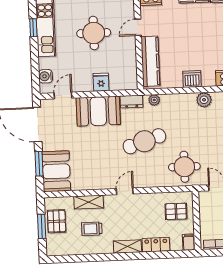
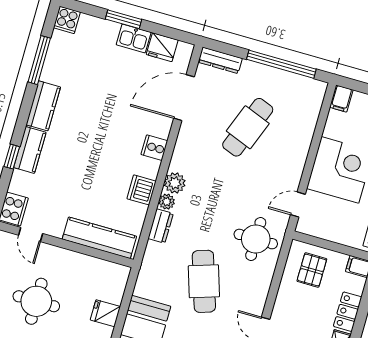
door: (138, 27) -> (31, 234), moved
plant: (154, 100) -> (167, 202), moved
dresser: (132, 102) -> (161, 226), moved

